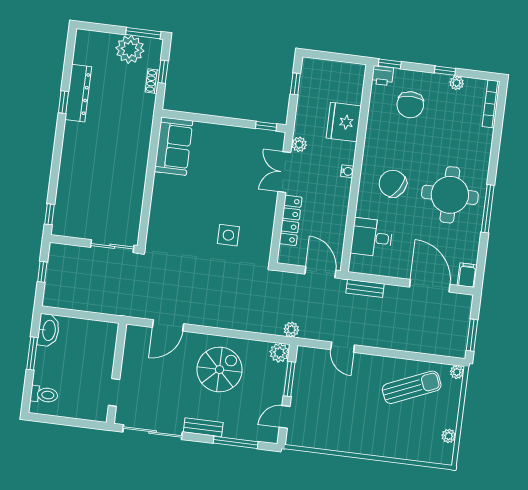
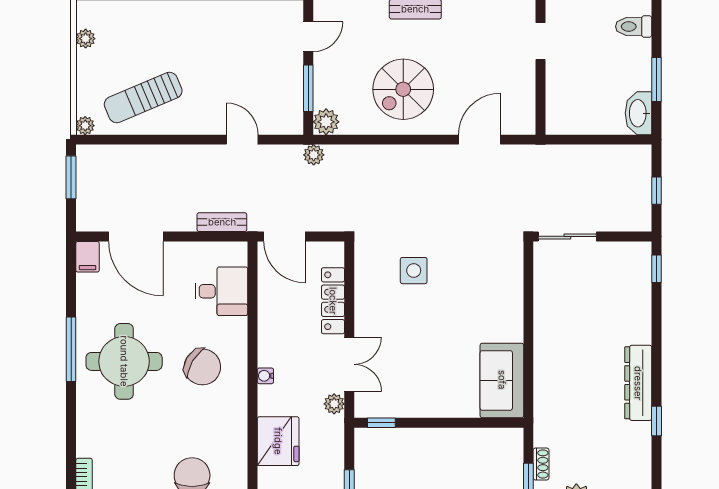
dresser: (78, 93) -> (638, 383), moved

